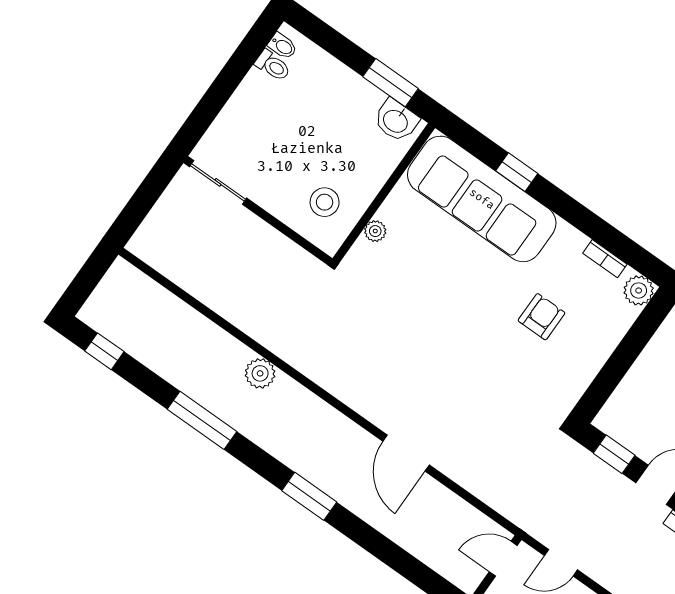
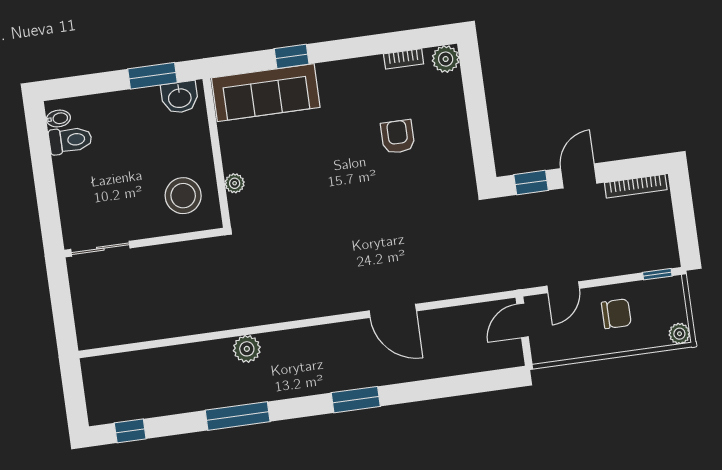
toilet: (273, 66) -> (70, 140), width x1.37, depth x1.39
sofa: (482, 199) -> (266, 93), width x0.74, depth x0.79
stool: (325, 202) -> (183, 196), width x1.38, depth x1.38

